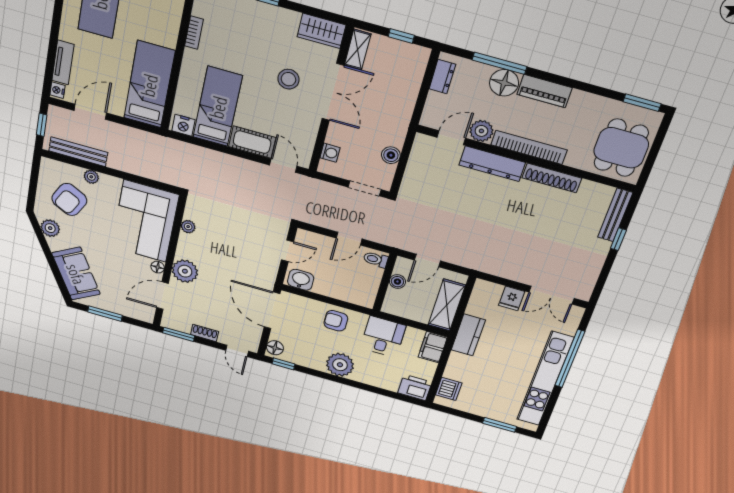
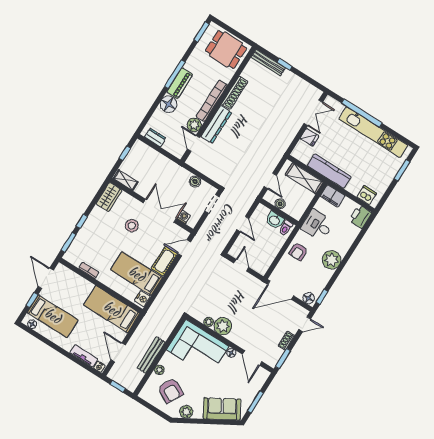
window: (500, 63) -> (175, 74), moved
double door: (333, 92) -> (160, 211), moved
bench: (78, 152) -> (151, 355), moved
toilet: (376, 259) -> (286, 228), moved
plant: (185, 271) -> (223, 326), moved
washbasin: (301, 280) -> (275, 220), moved, turned -90
kitchen counter: (468, 335) -> (329, 171), width x1.50

